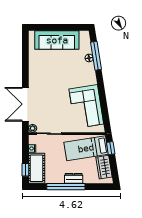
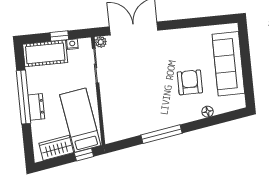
window: (96, 56) -> (162, 134), moved
armchair: (67, 68) -> (190, 82), added
corner sofa: (86, 106) -> (139, 115), removed
window: (25, 170) -> (59, 36), moved

